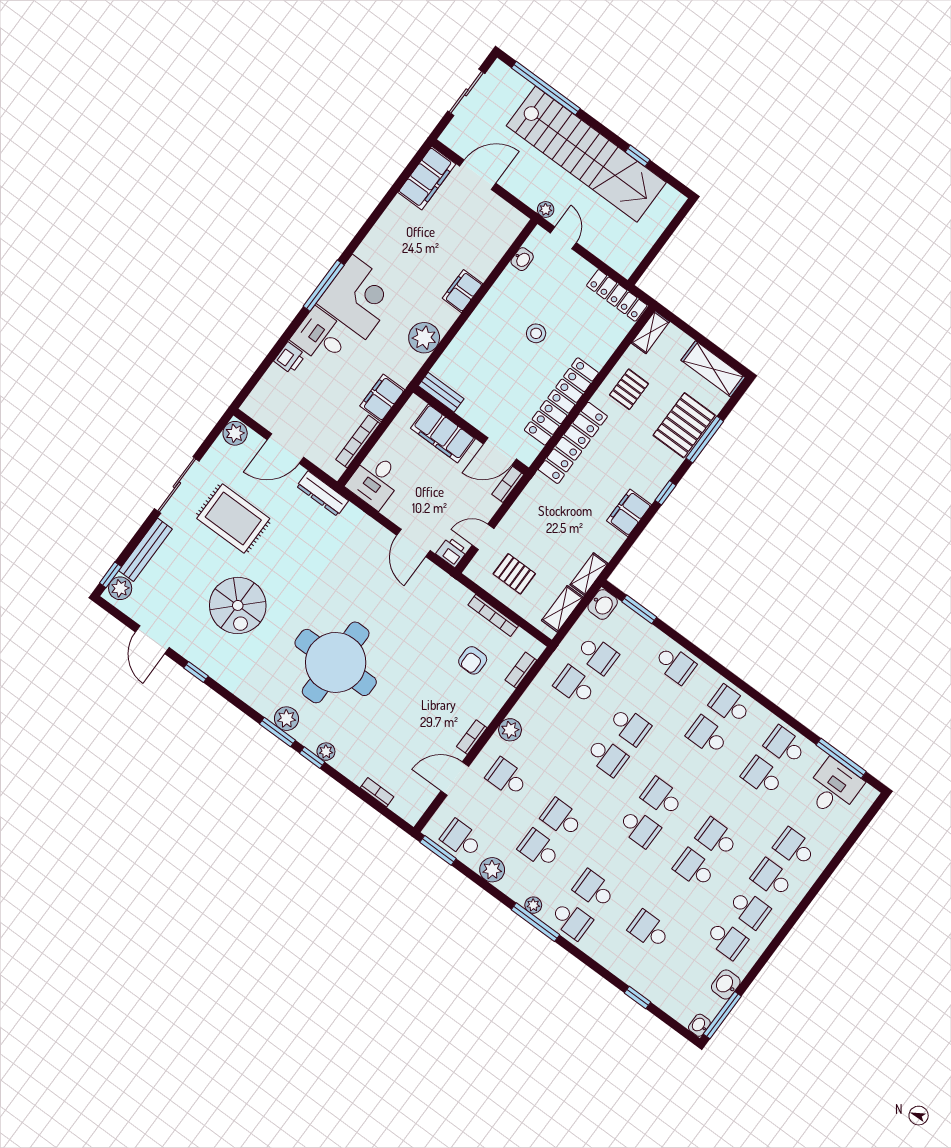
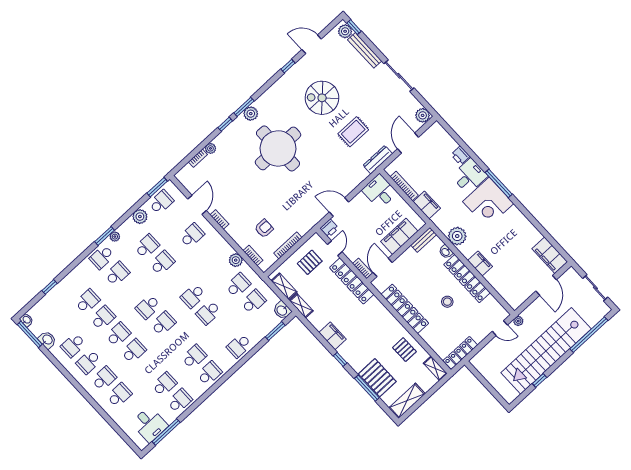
washbasin: (522, 259) -> (446, 252), moved
locker: (491, 308) -> (467, 279), added
locker: (573, 443) -> (352, 281), moved
rug: (233, 519) -> (353, 132), moved, width x0.73, depth x0.70
school desk: (597, 655) -> (253, 302), turned 180
armchair: (473, 660) -> (264, 228), turned 90
plant: (510, 730) -> (236, 260), moved
plant: (326, 752) -> (210, 148), moved
school desk: (672, 899) -> (103, 318), added
window: (535, 922) -> (105, 236), width x0.69

